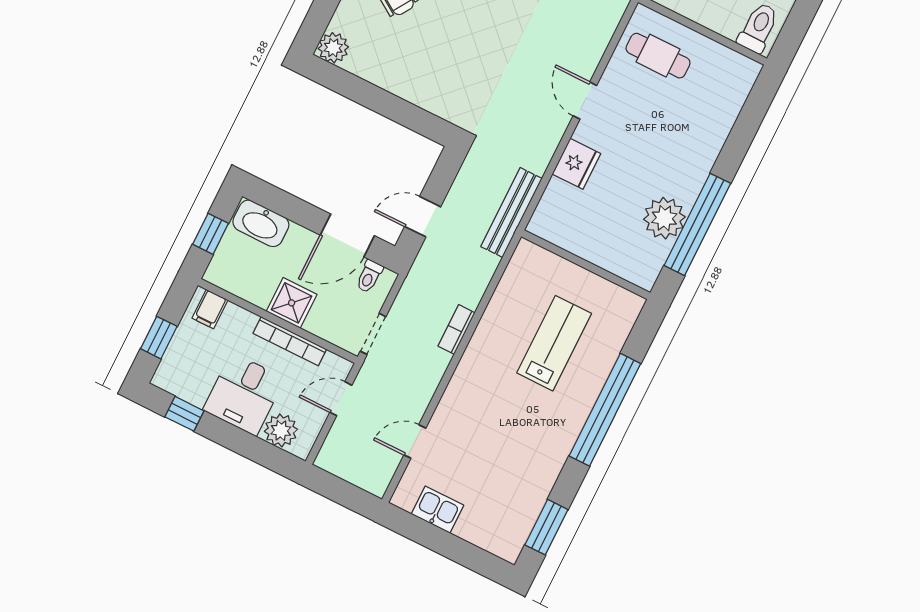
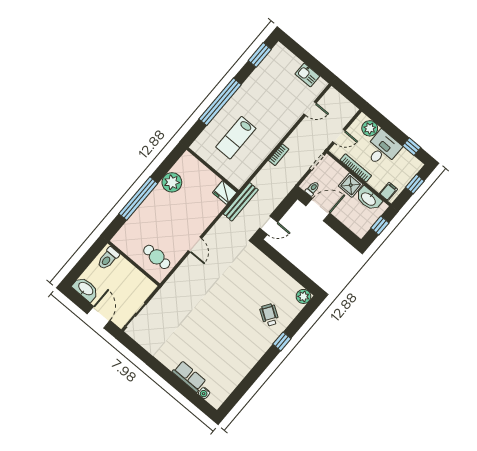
fridge: (576, 164) -> (225, 193), moved, turned -90
door: (423, 217) -> (269, 225), moved
washbasin: (261, 223) -> (369, 199), moved, turned 180
window: (697, 224) -> (138, 199), moved

